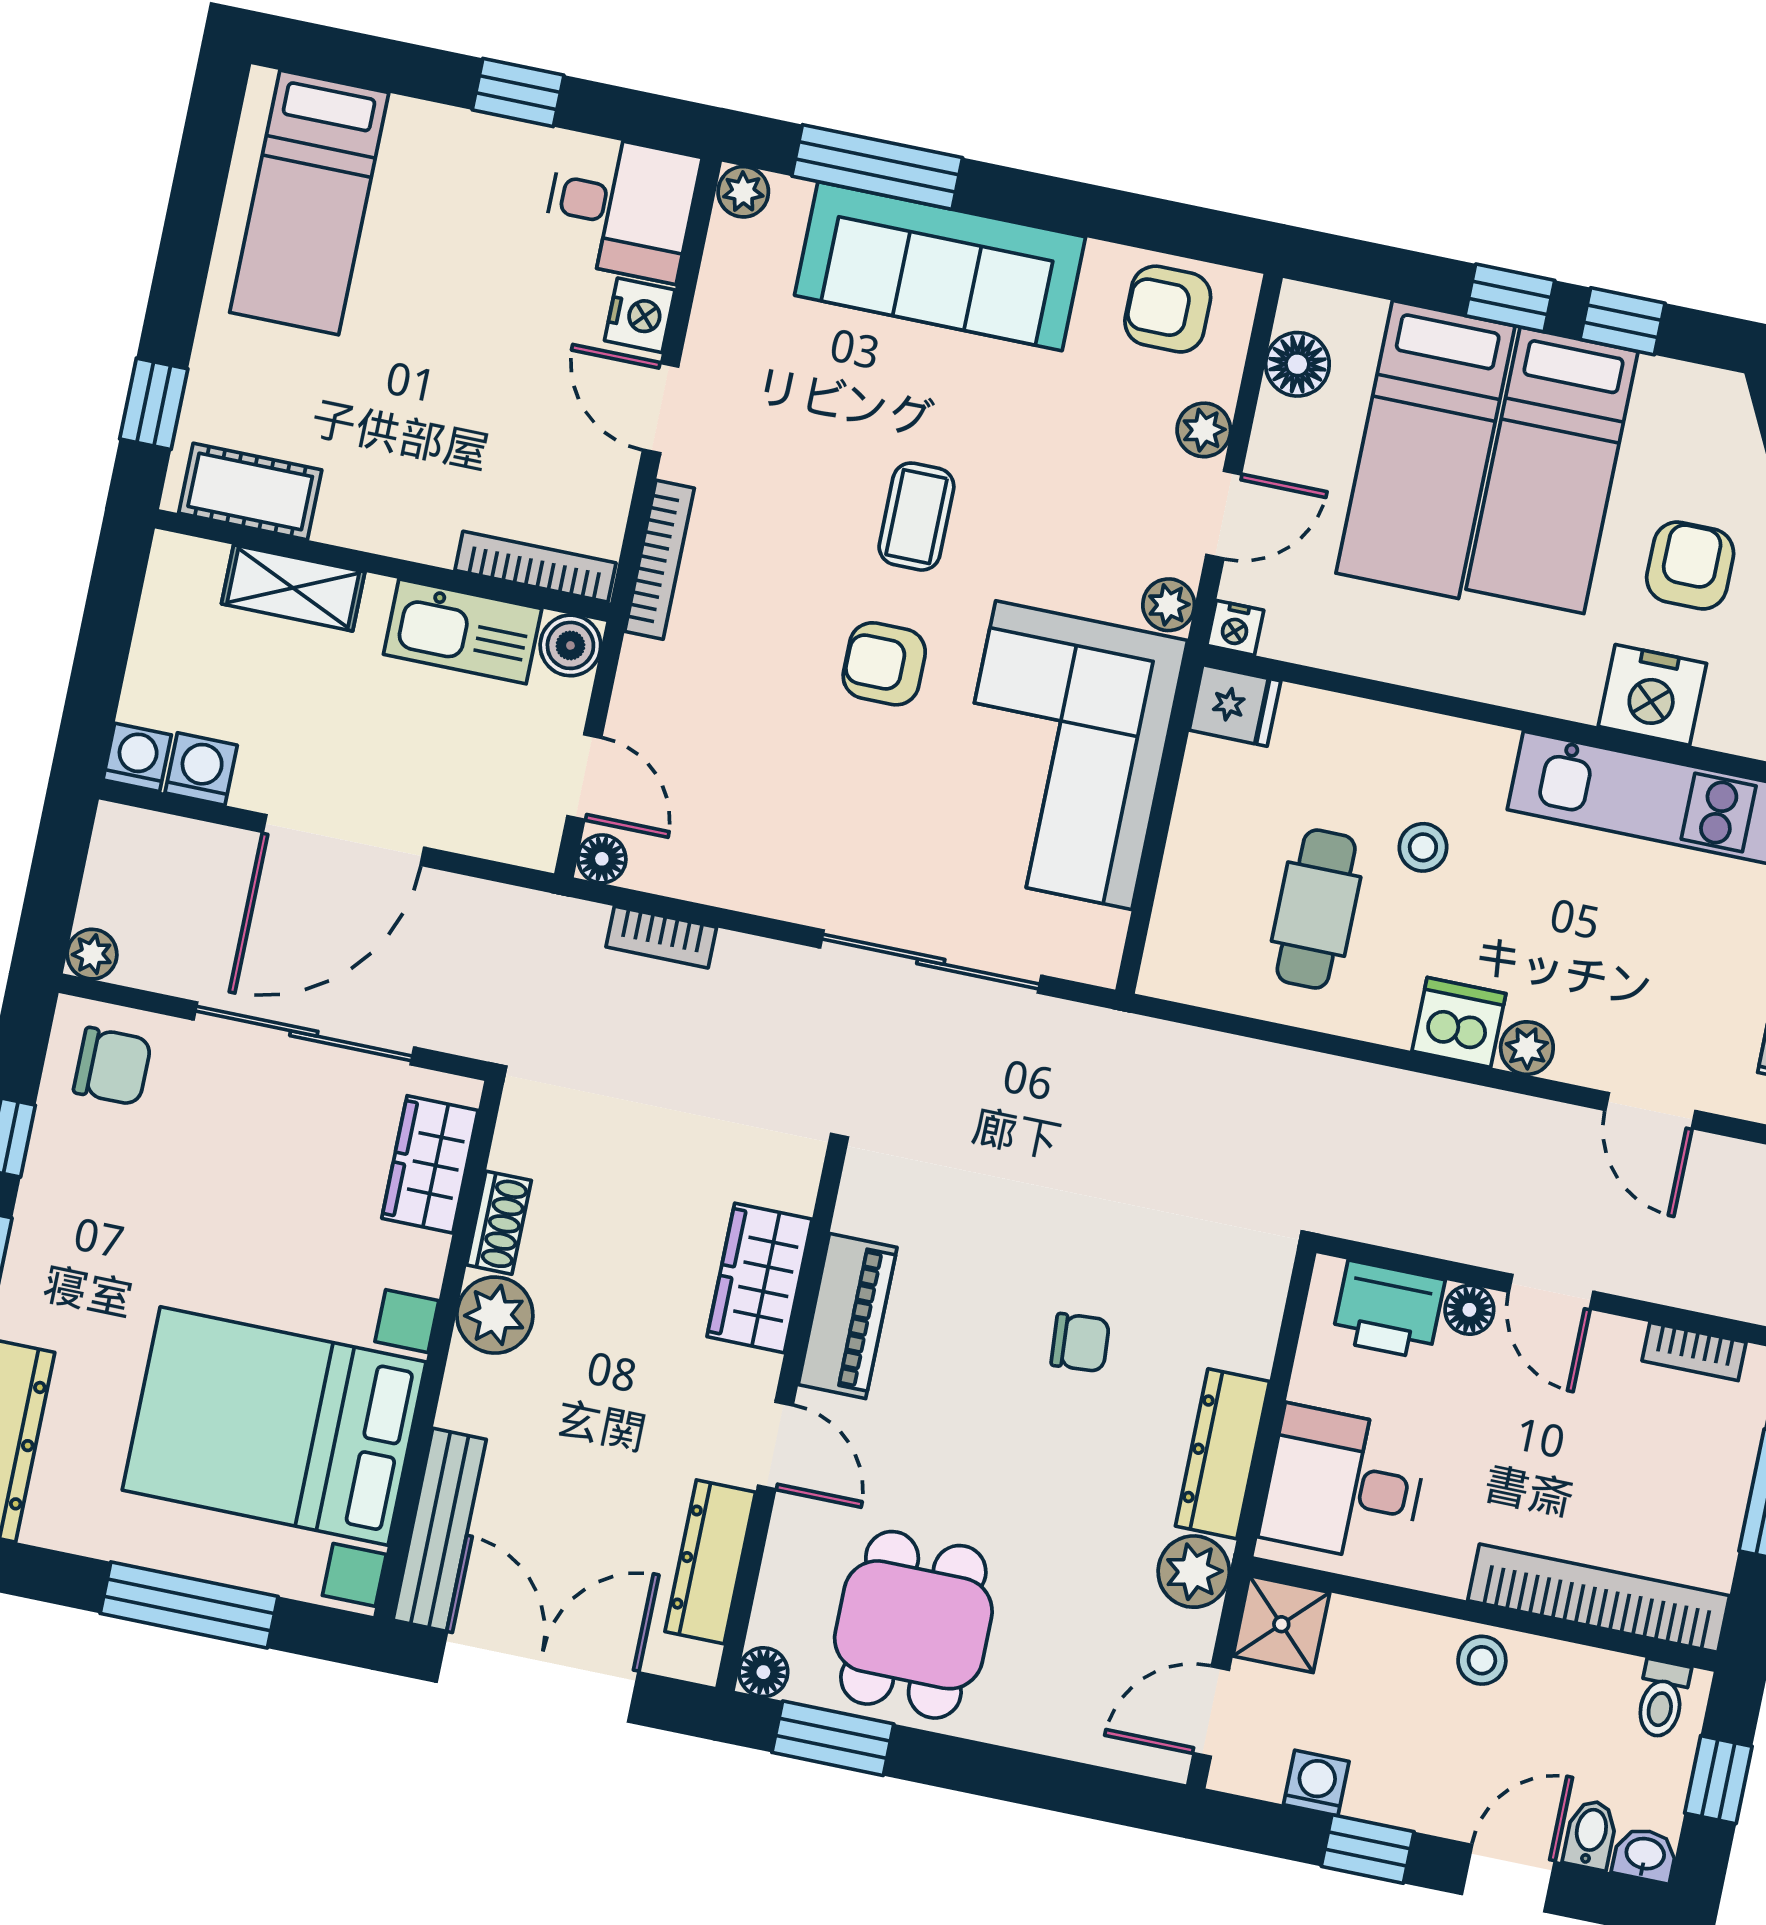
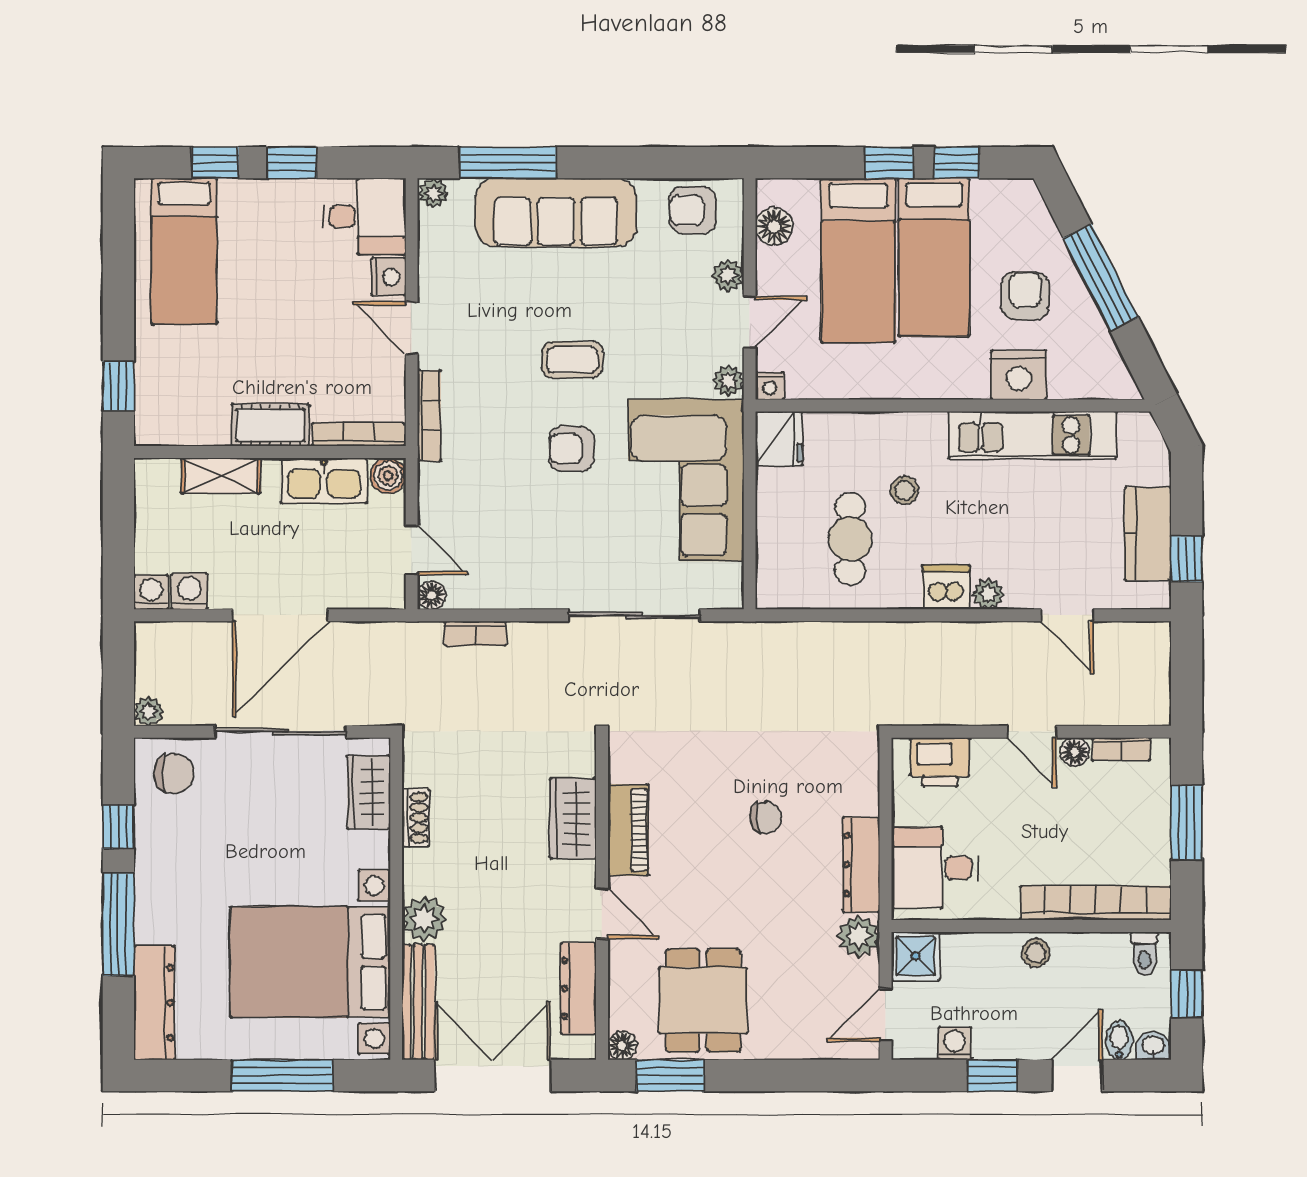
window: (392, 66) -> (215, 163), added
cot: (250, 491) -> (270, 425), moved
coffee table: (916, 517) -> (572, 360), turned 90
fridge: (1235, 706) -> (779, 439), width x1.38
floor lamp: (1469, 1310) -> (1075, 752), moved
plant: (495, 1315) -> (424, 919), moved

